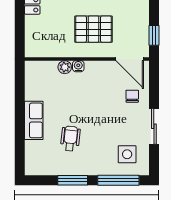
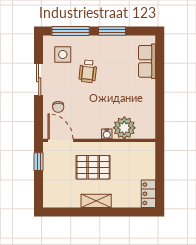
plant: (65, 67) -> (124, 128), width x1.87, depth x1.87
row of seats: (34, 120) -> (147, 61), moved
wheelchair: (70, 138) -> (88, 71), moved

